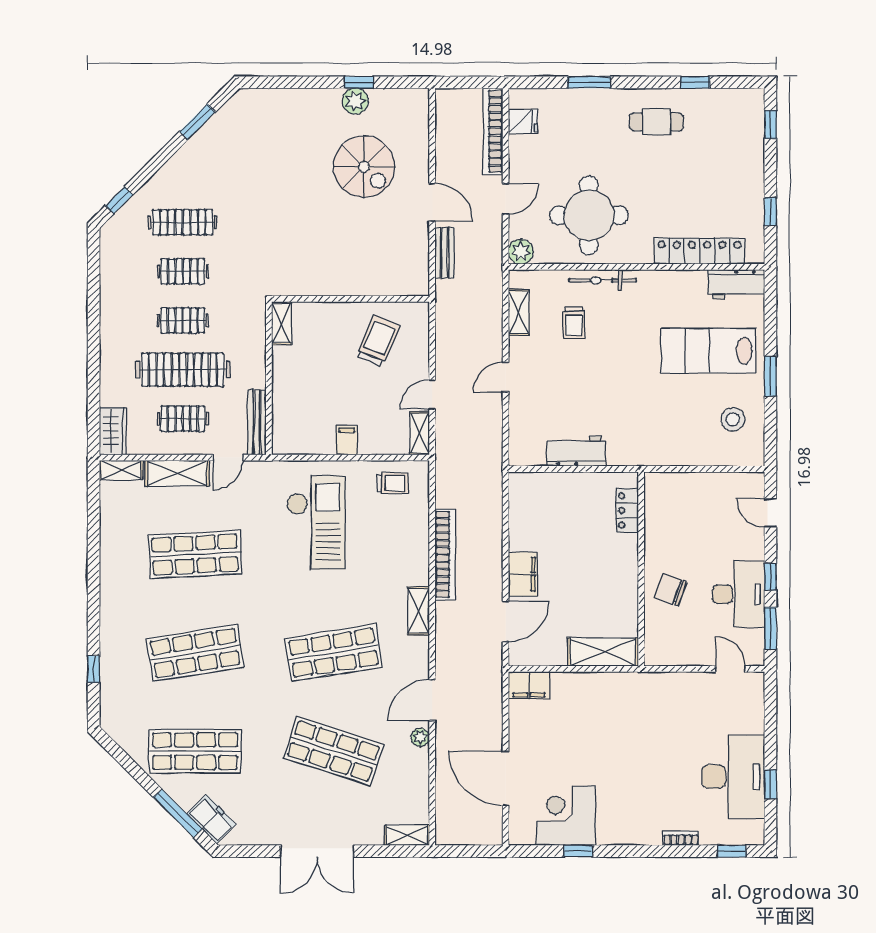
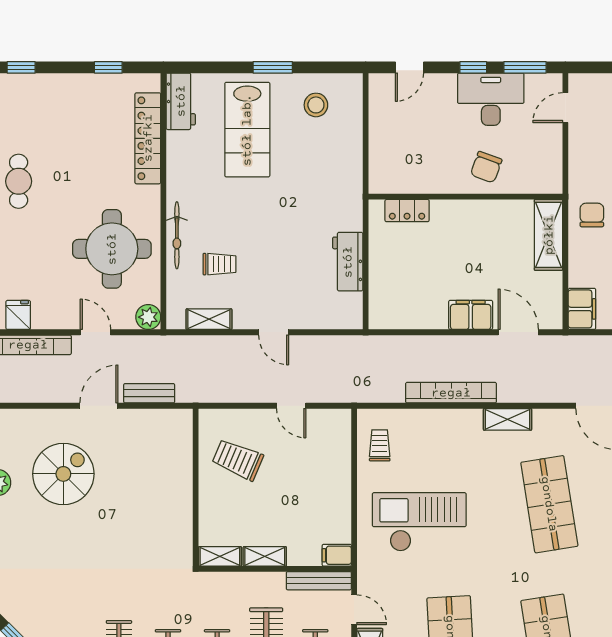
shelving: (420, 433) -> (265, 556), moved
filing cabinet: (347, 440) -> (337, 555), moved
chair: (623, 695) -> (592, 215), added

